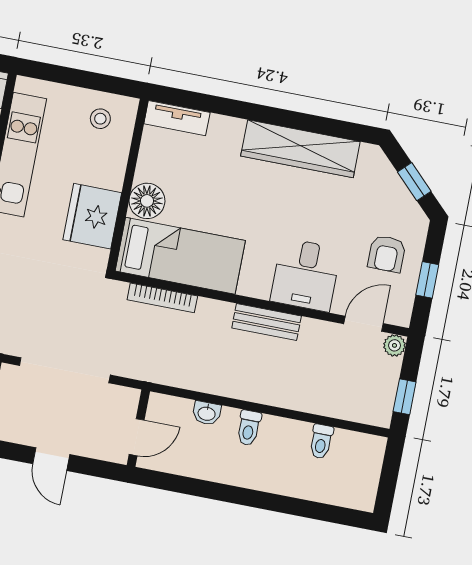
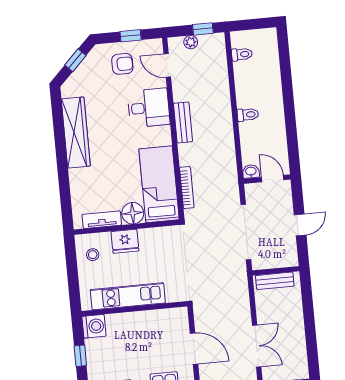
tv unit: (177, 118) -> (102, 220), moved, turned -90
fridge: (92, 216) -> (125, 241), moved, width x0.73, depth x0.75
plant: (394, 345) -> (191, 42), moved
washbasin: (207, 413) -> (251, 171), moved, turned -90
toilet: (321, 441) -> (242, 54), moved

